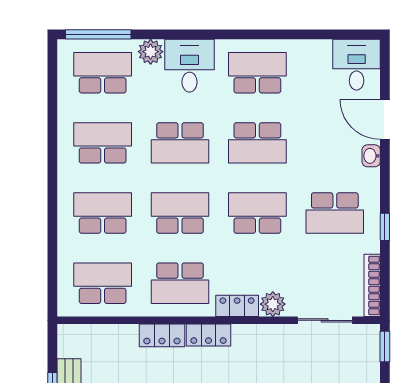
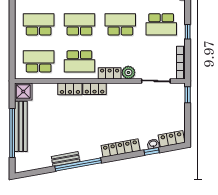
shower: (74, 340) -> (23, 92), added

